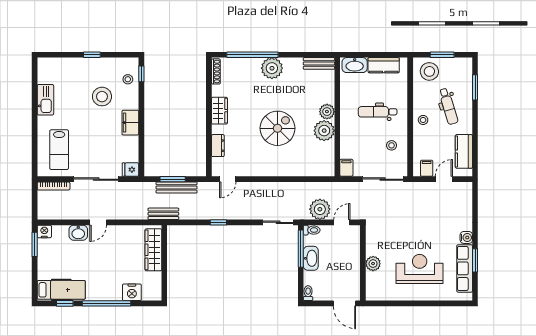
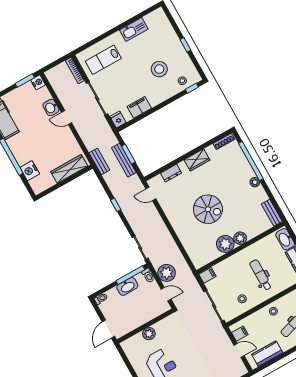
plant: (272, 68) -> (255, 182), width x0.53, depth x0.53
filing cabinet: (130, 123) -> (139, 107), moved

